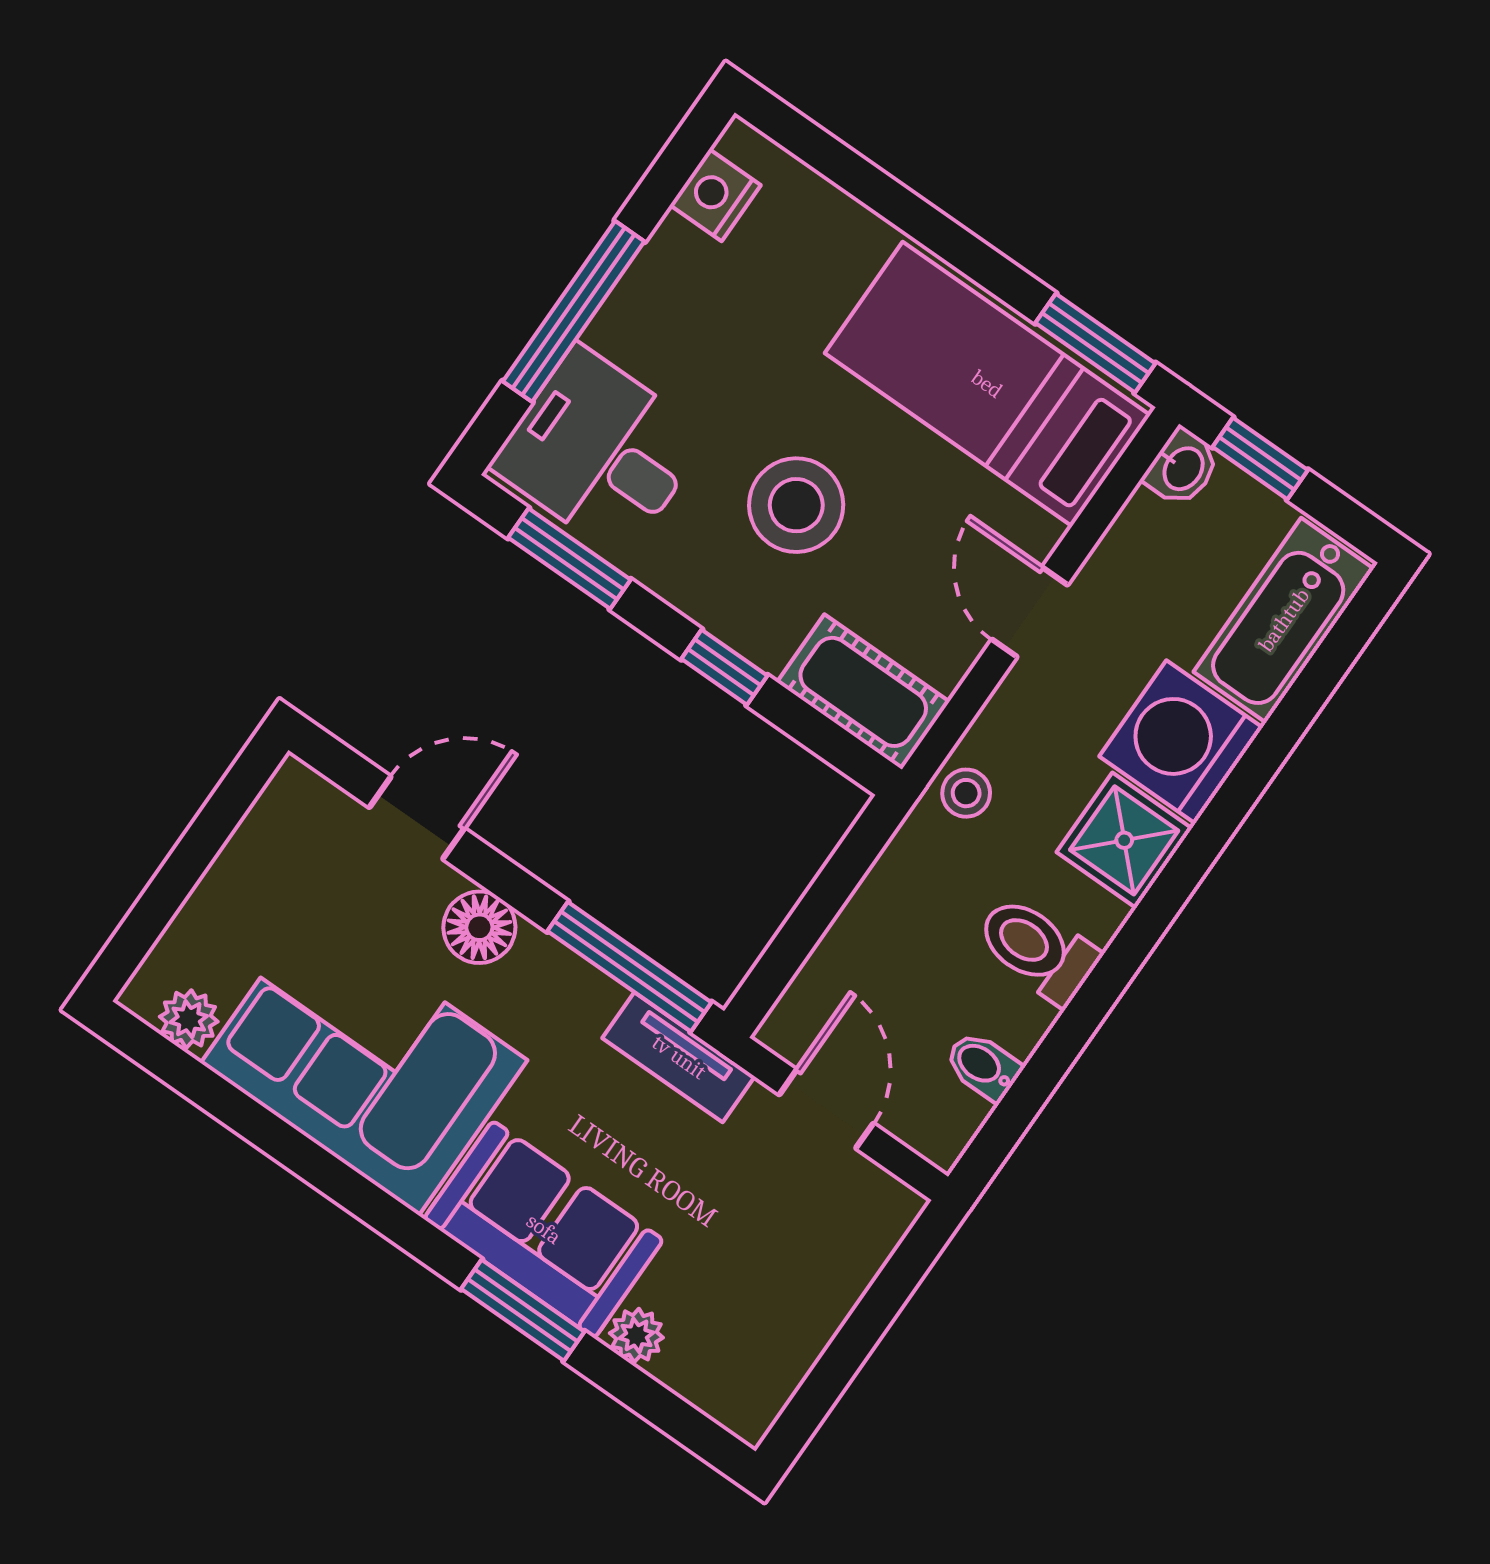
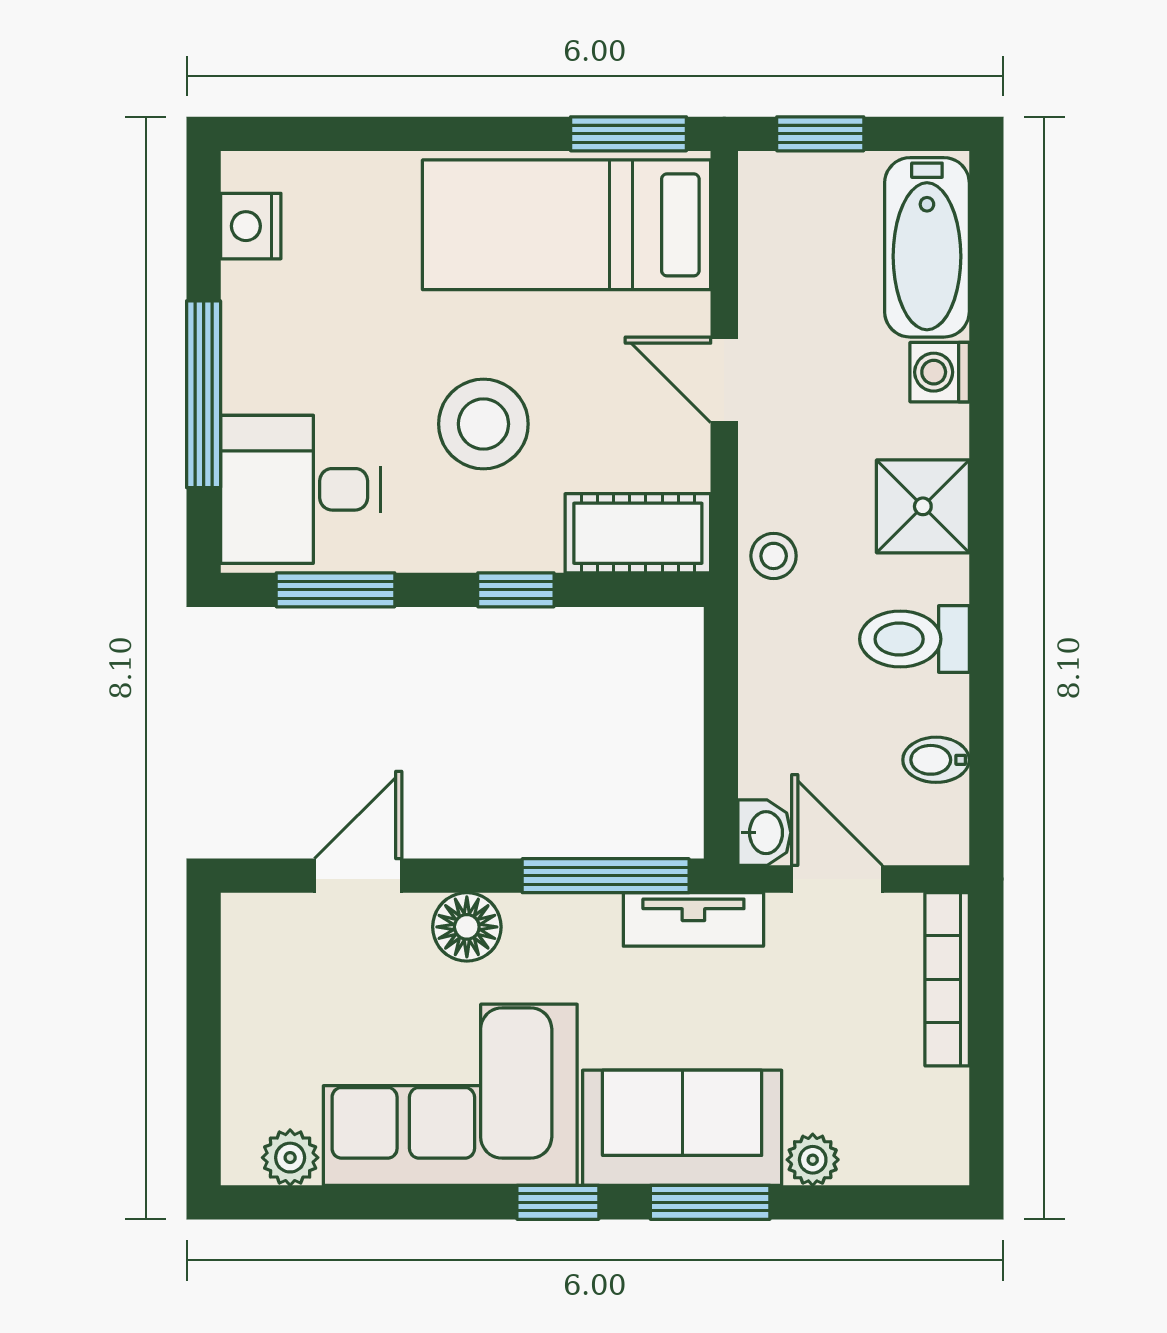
washbasin: (1182, 468) -> (764, 833), moved
washing machine: (1181, 742) -> (940, 372), width x0.53, depth x0.53
window: (392, 1219) -> (558, 1202), added
bookcase: (860, 1261) -> (947, 979), added

